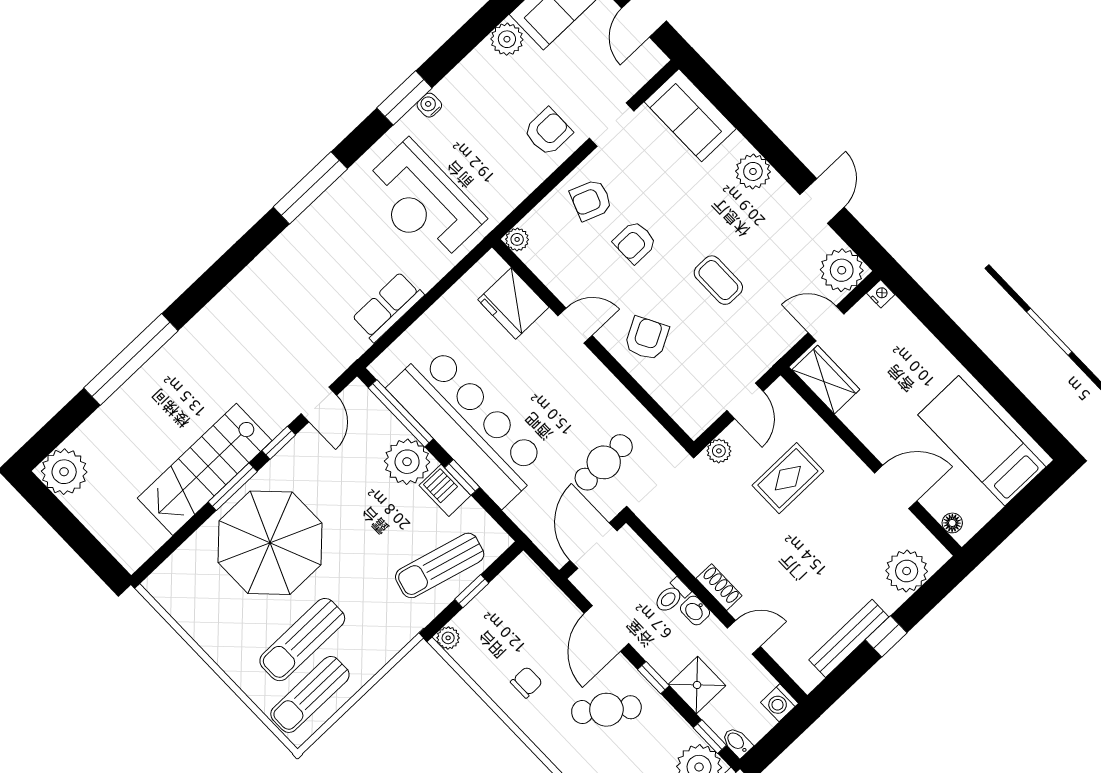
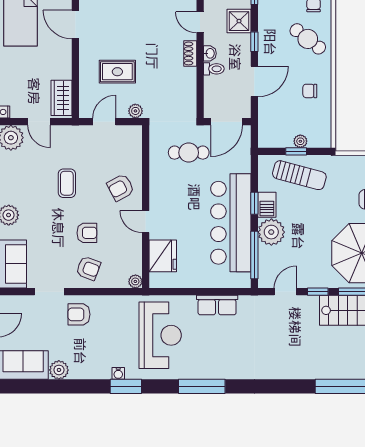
plant: (448, 638) -> (300, 141), moved
cafe table: (606, 710) -> (308, 39), moved

